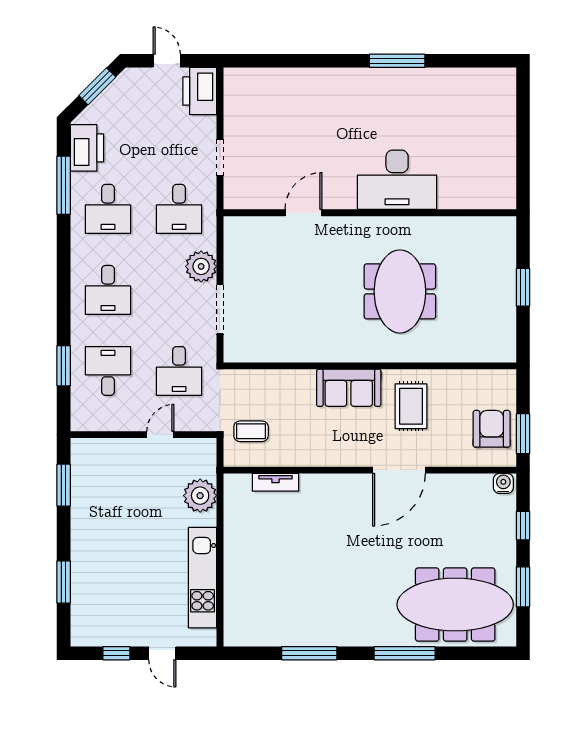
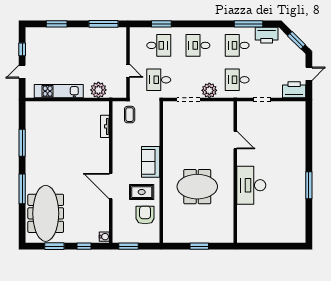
armchair: (492, 429) -> (145, 215), moved, turned -90
window: (64, 485) -> (104, 24), width x1.44

